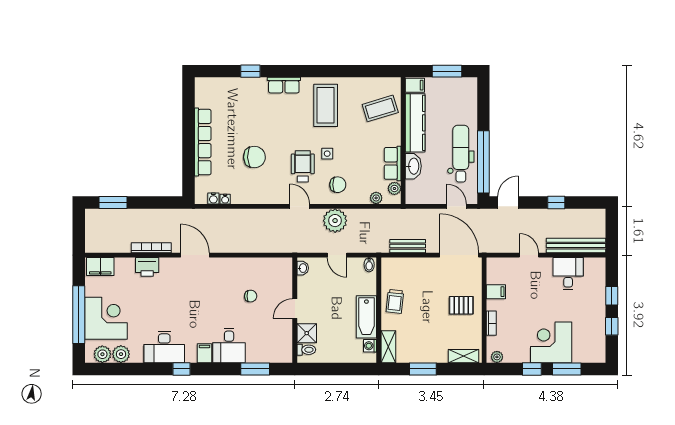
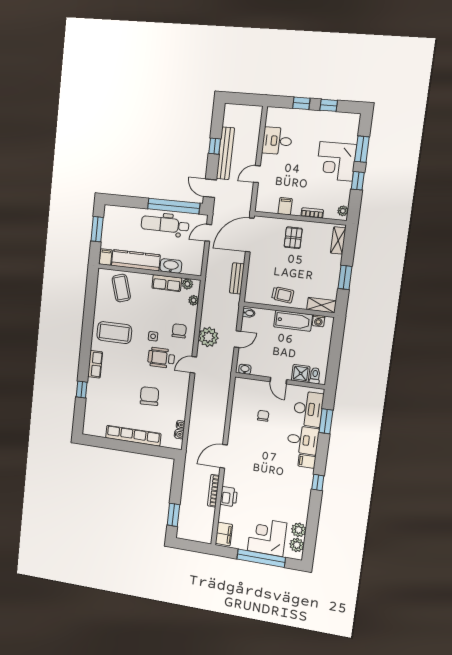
bench: (576, 246) -> (225, 153), moved
desk: (164, 347) -> (308, 409), moved

